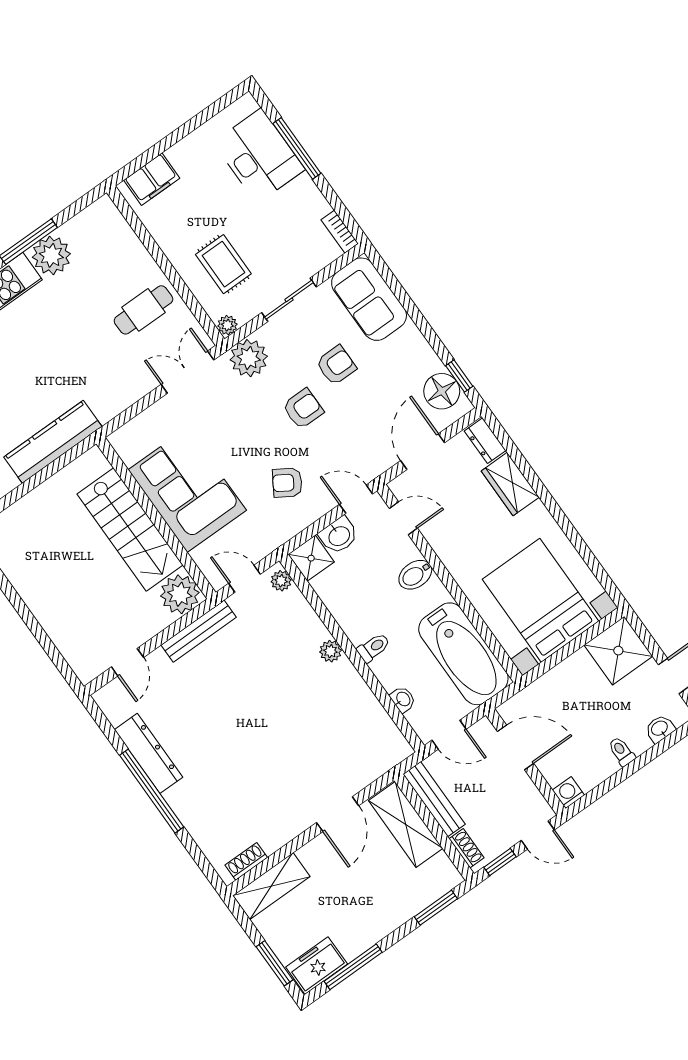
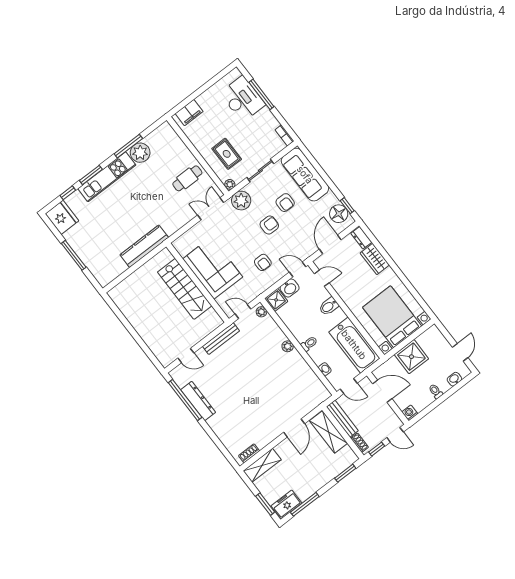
sofa: (369, 299) -> (305, 175), width x1.36
armchair: (336, 365) -> (285, 203), turned 90
armchair: (287, 483) -> (263, 262), turned -122
plant: (180, 594) -> (211, 320), removed
shower: (618, 651) -> (411, 357), moved
door: (127, 662) -> (186, 356), hinge flipped
window: (152, 791) -> (185, 400), moved

